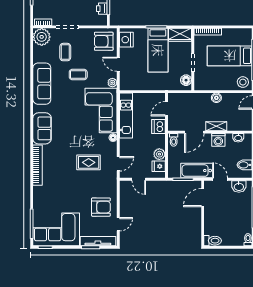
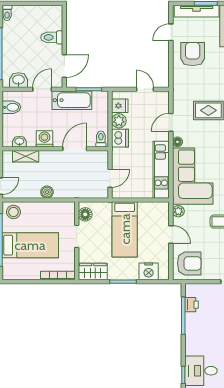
nightstand: (126, 40) -> (149, 271), moved, turned 90
bed: (158, 50) -> (125, 229), moved, turned 180
dishwasher: (159, 126) -> (120, 138), moved
shelving: (216, 126) -> (26, 156), moved
door: (118, 164) -> (171, 122), moved
door: (220, 179) -> (42, 89), swing flipped
armchair: (101, 207) -> (193, 54), turned 90
toilet: (213, 241) -> (52, 37), moved

